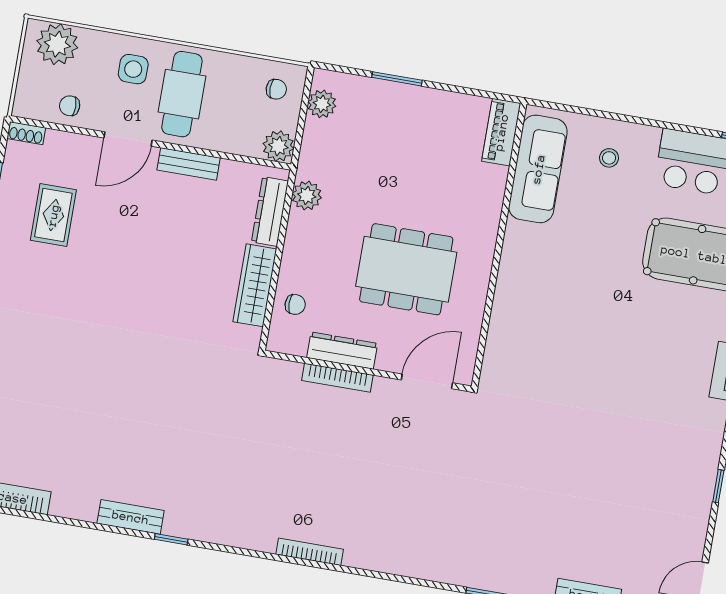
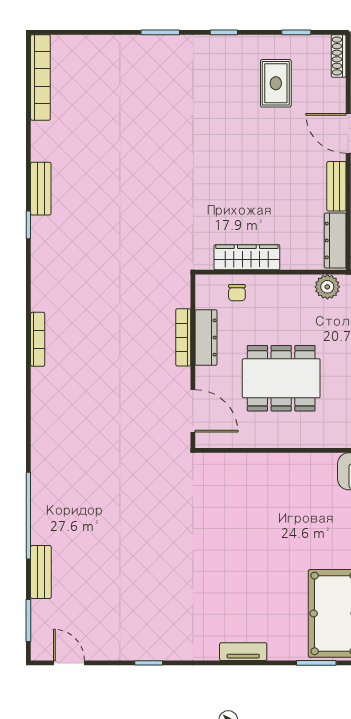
shoe rack: (26, 133) -> (339, 56), width x1.43
dresser: (270, 211) -> (335, 240), moved, turned -90
rug: (53, 215) -> (276, 83), turned 90
dining table: (406, 269) -> (281, 378), turned 90

